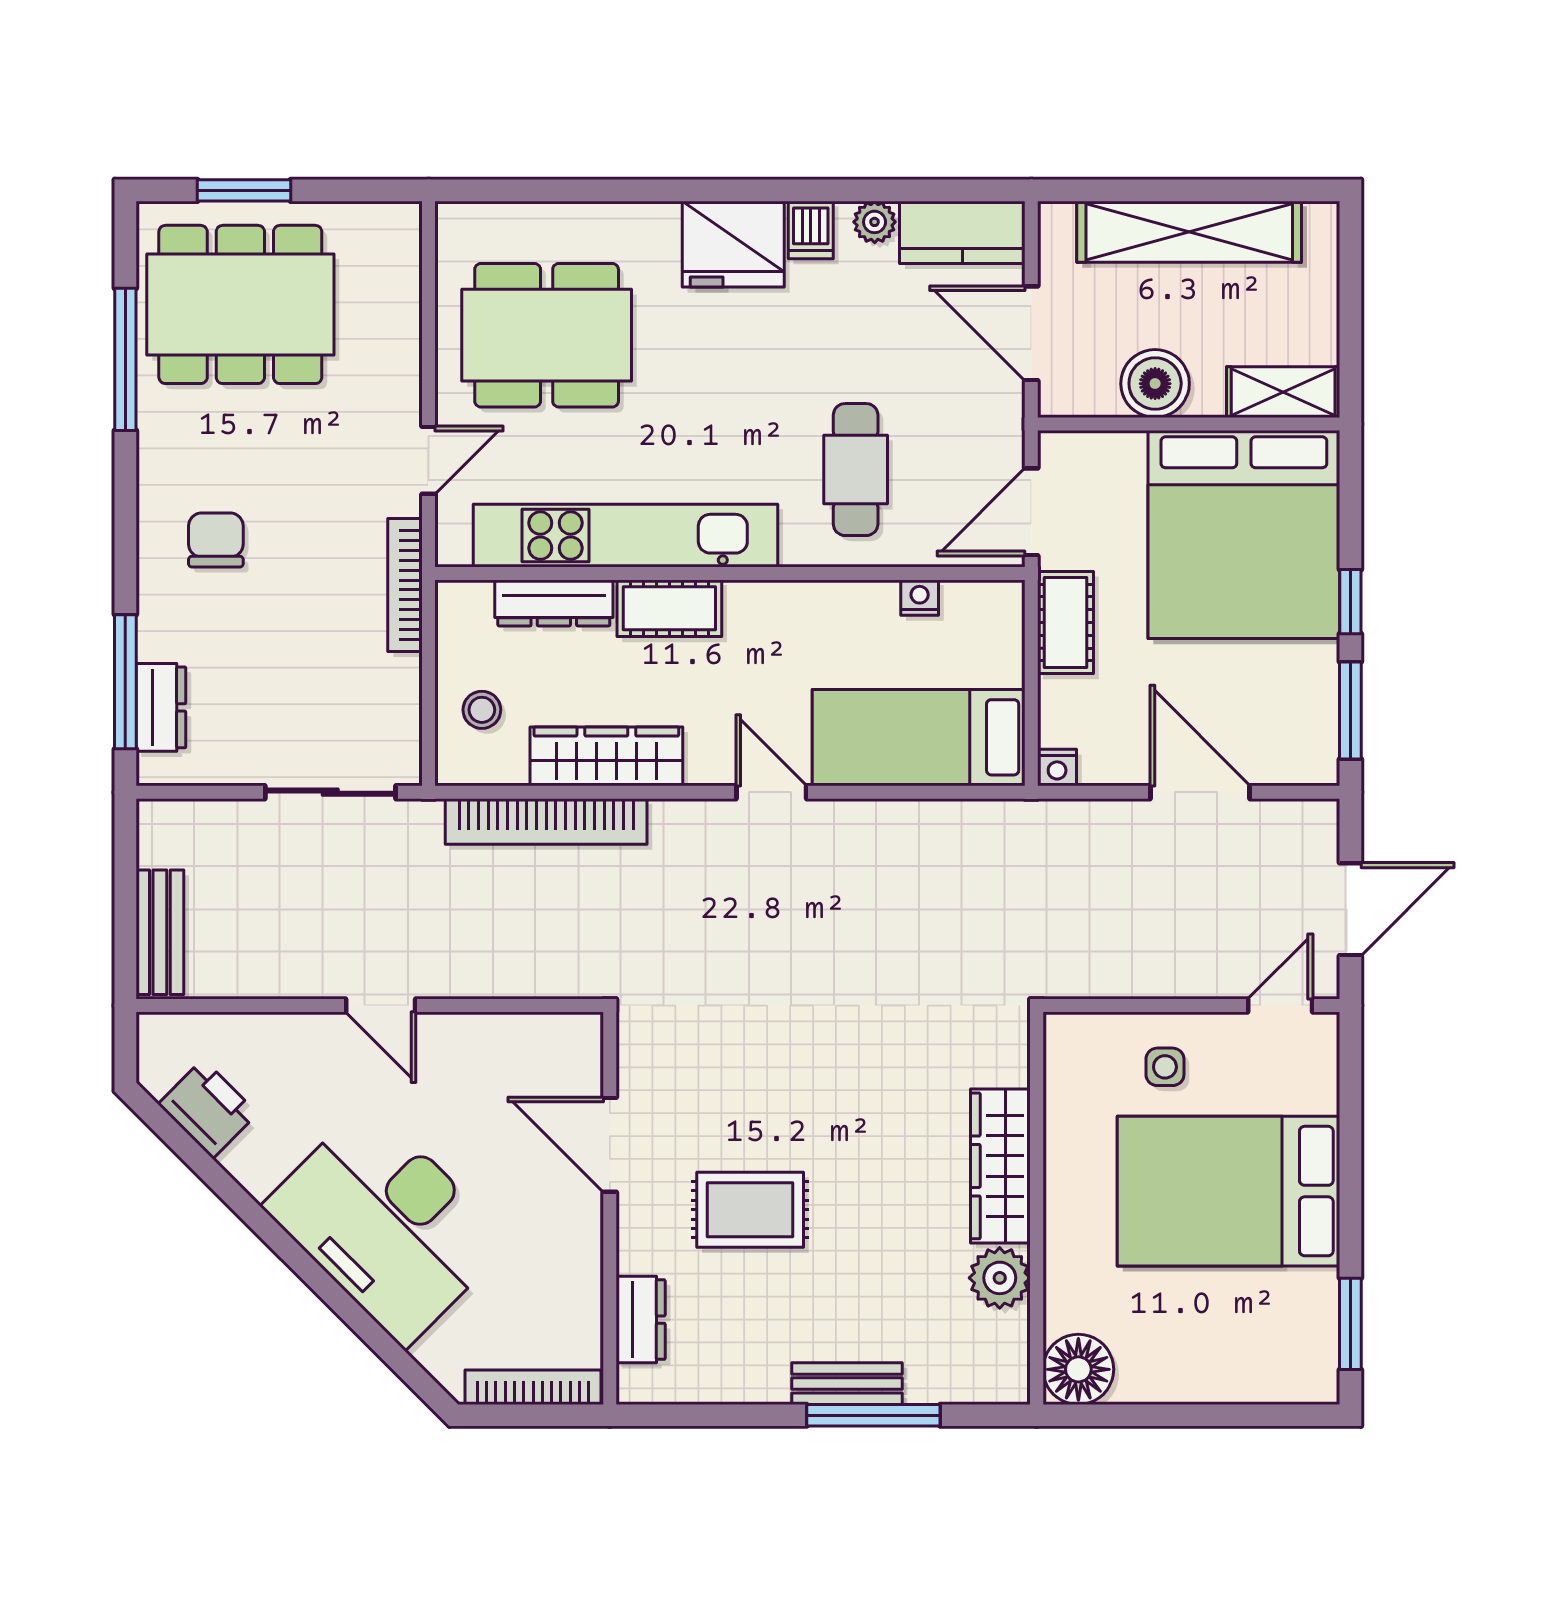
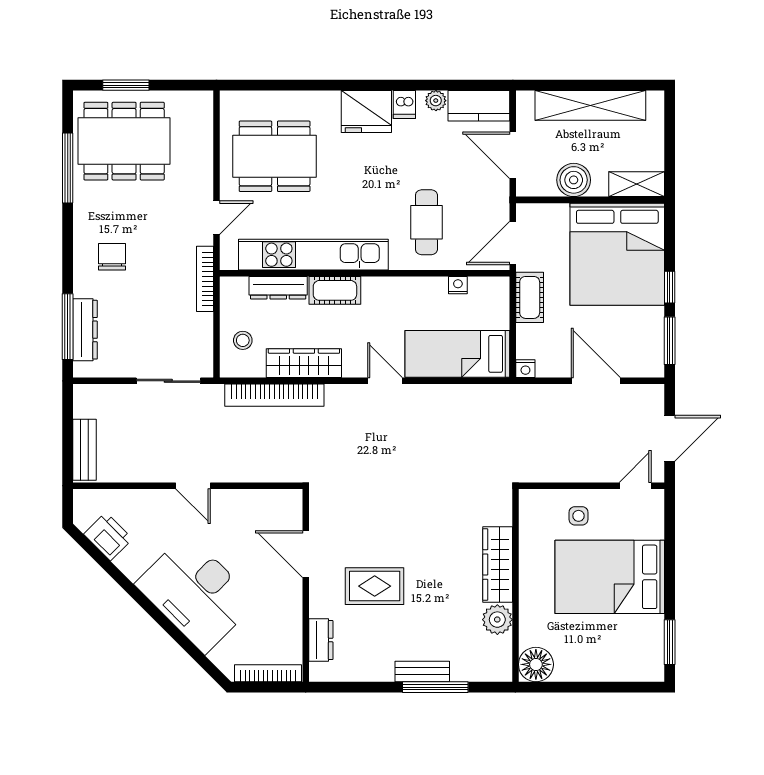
dresser: (161, 707) -> (85, 330), width x1.44

